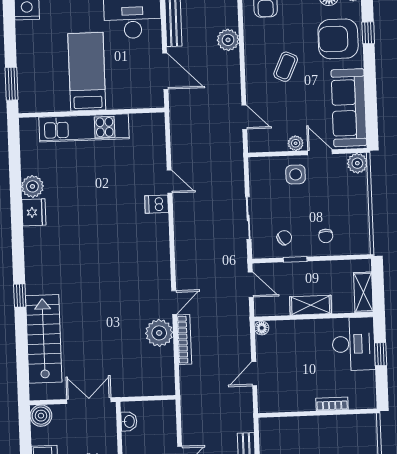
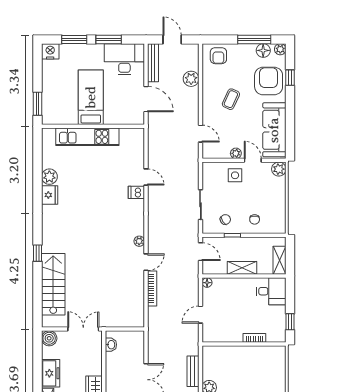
armchair: (338, 39) -> (269, 81), turned 90
plant: (159, 333) -> (139, 241), moved, width x0.53, depth x0.53
desk: (354, 344) -> (271, 291), width x0.73
window: (381, 354) -> (290, 322), moved

